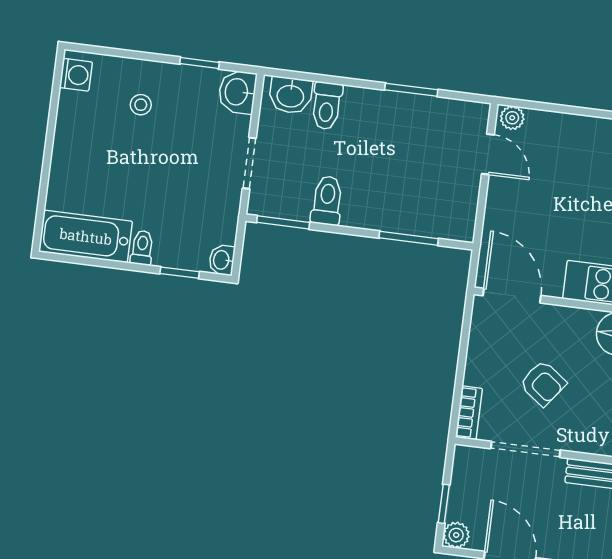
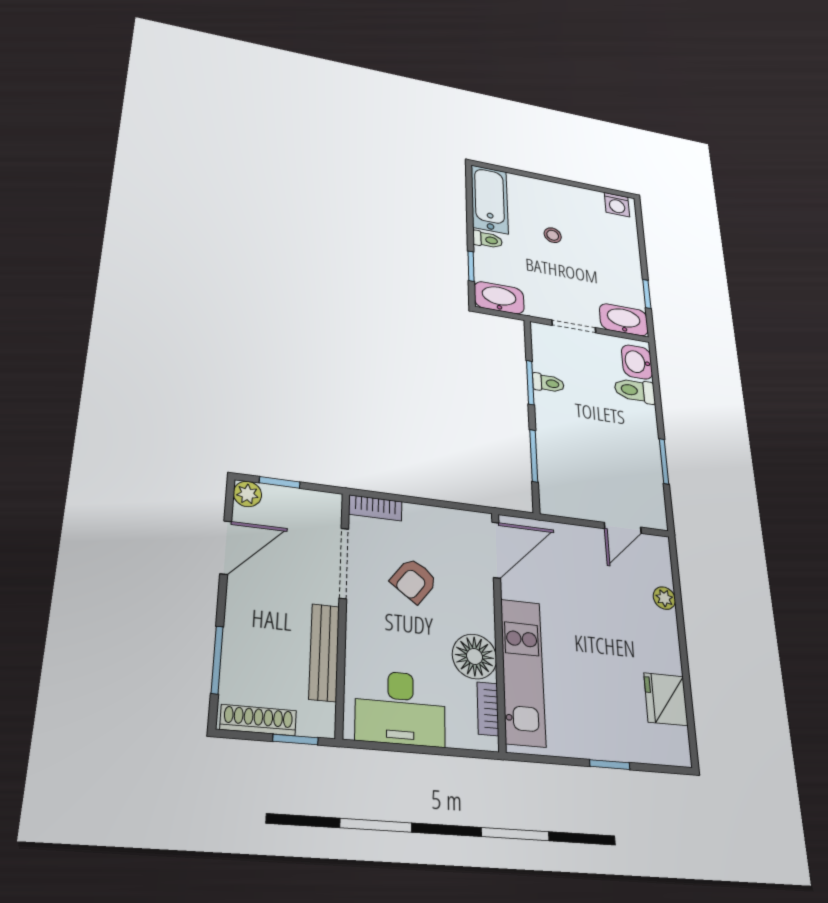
washbasin: (237, 92) -> (624, 320), width x1.38
stool: (141, 105) -> (553, 235), moved
plant: (512, 118) -> (664, 598), moved
toilet: (327, 201) -> (548, 383), width x0.73, depth x0.72
window: (283, 222) -> (530, 383), moved
washbasin: (222, 260) -> (499, 298), width x1.91, depth x1.45

